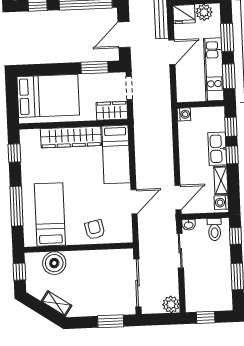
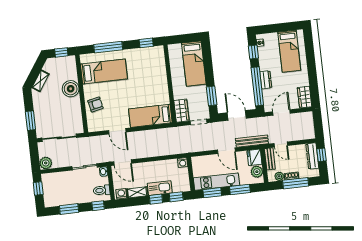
bed: (48, 96) -> (194, 64), width x0.67
wardrobe: (71, 137) -> (161, 83), removed
boiler: (54, 263) -> (71, 89), moved

